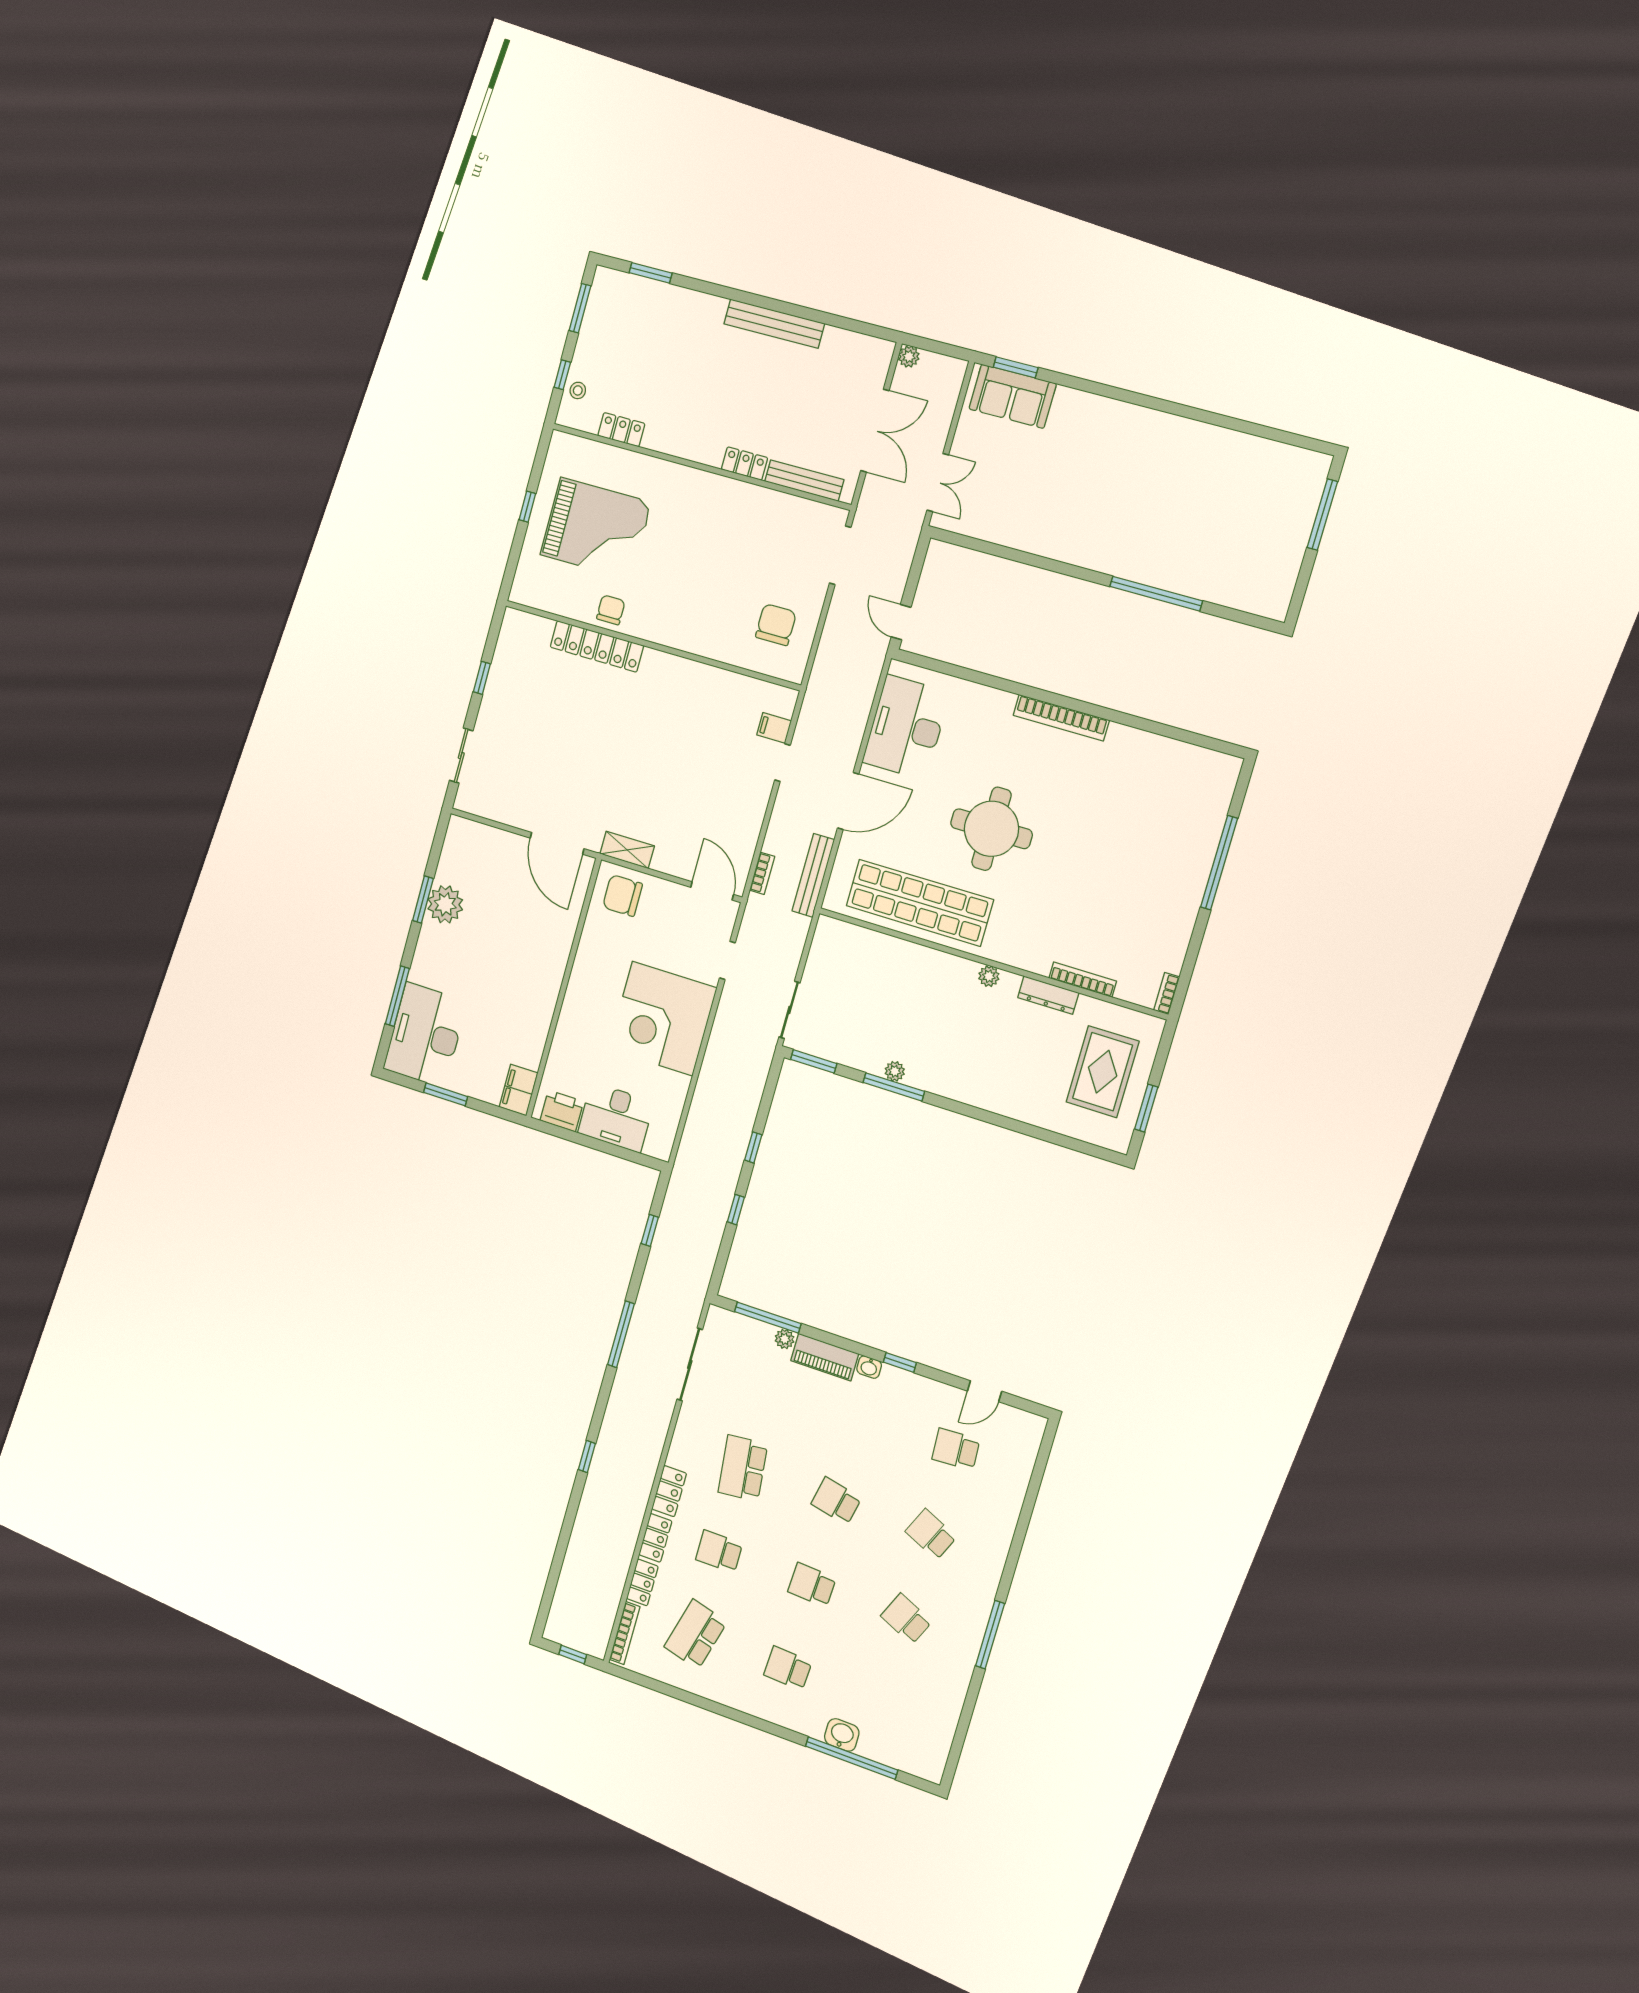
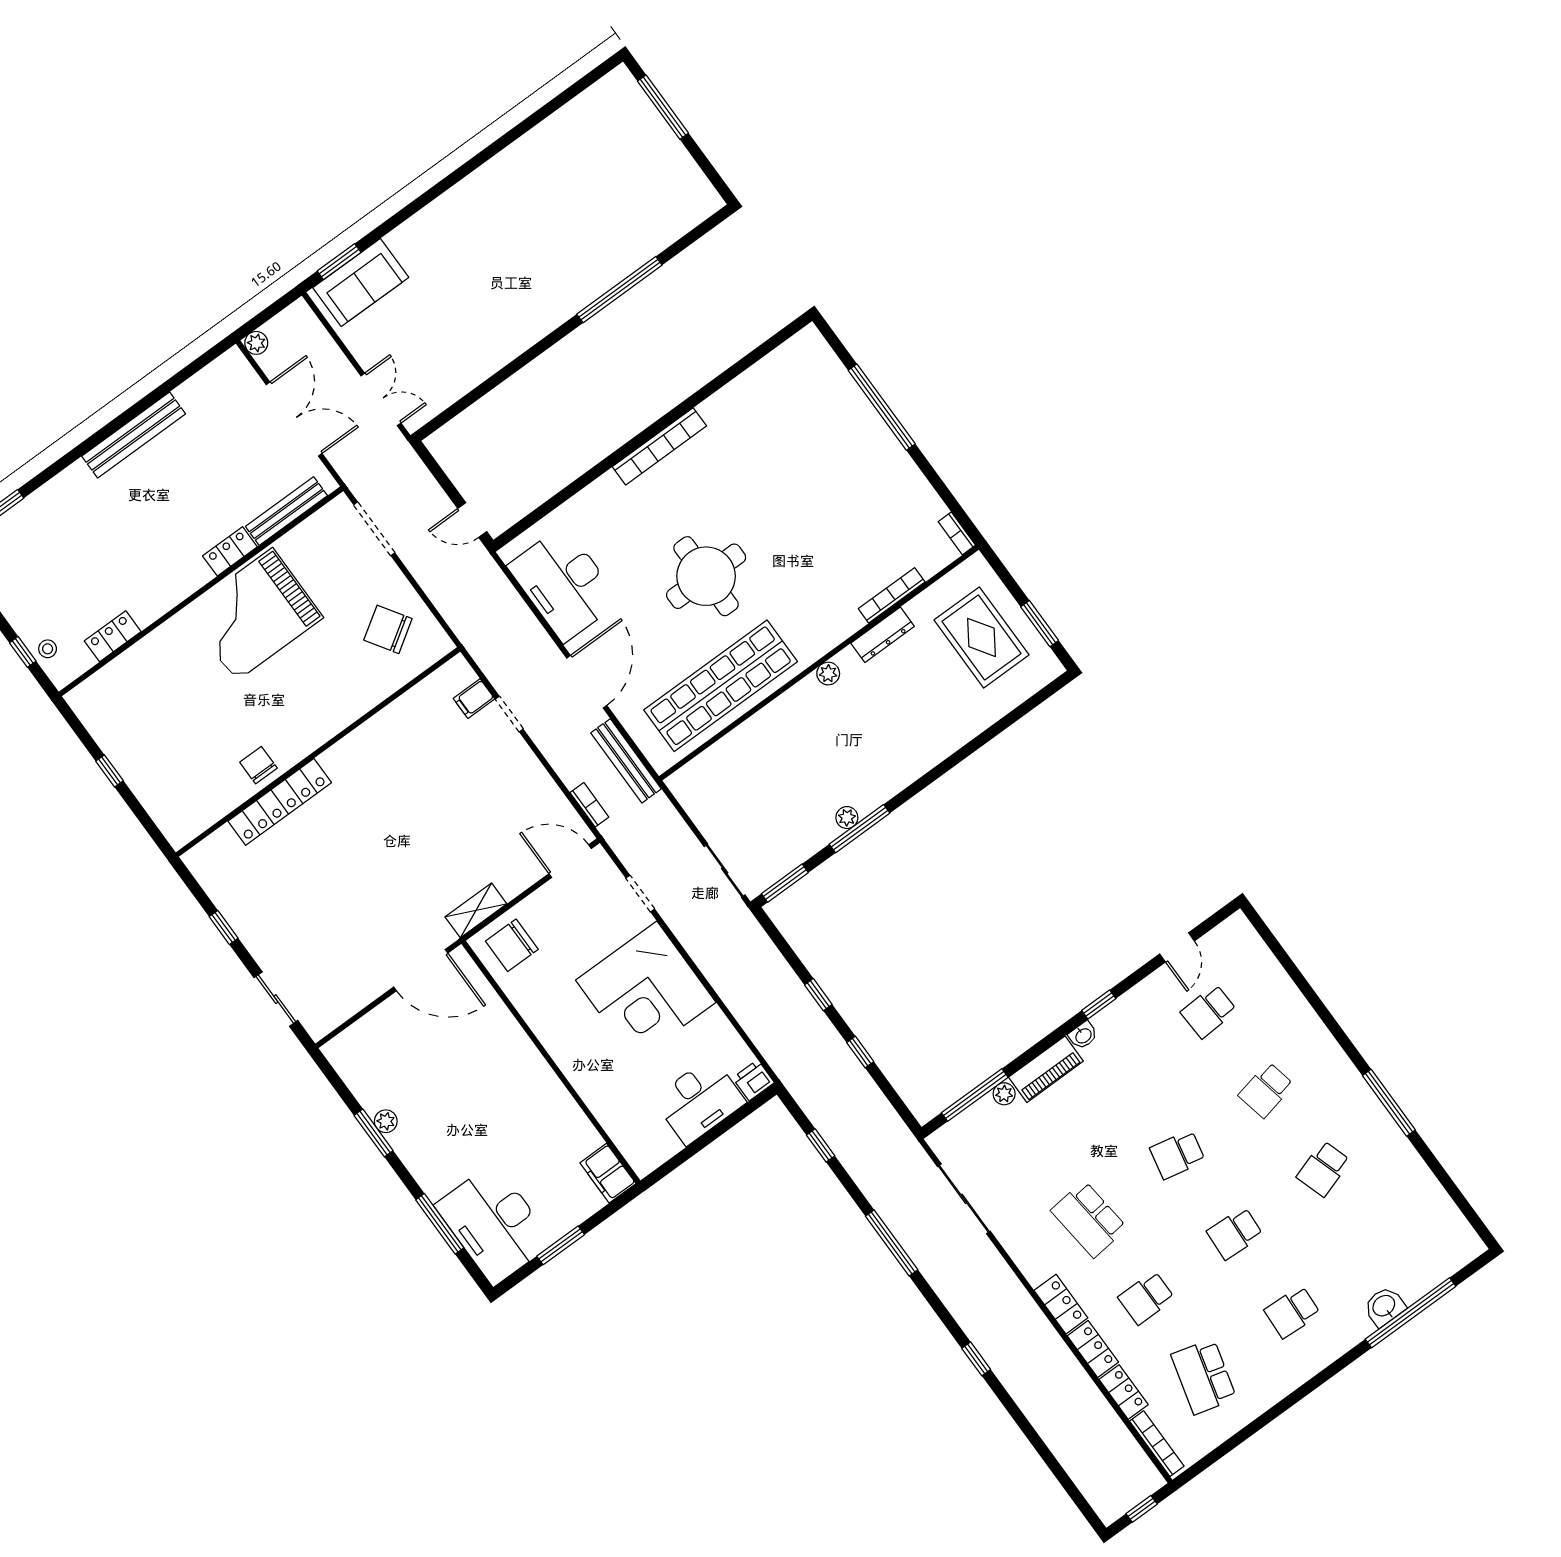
grand piano: (596, 528) -> (254, 614), moved, turned 180
chair: (776, 625) -> (388, 629), turned -33
plant: (445, 904) -> (386, 1121), width x0.53, depth x0.53
printer: (562, 1111) -> (753, 1080), moved, width x0.73, depth x0.81
school desk: (931, 1534) -> (1266, 1090), turned -36
school desk: (906, 1619) -> (1323, 1169), turned -42

